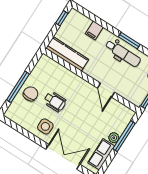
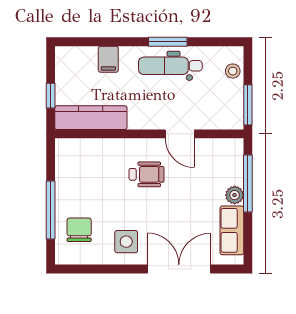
window: (62, 18) -> (51, 96), moved
dental chair: (123, 53) -> (170, 66), turned 180
chair: (31, 94) -> (79, 230), moved
wheelchair: (55, 102) -> (146, 174), moved

